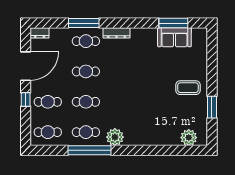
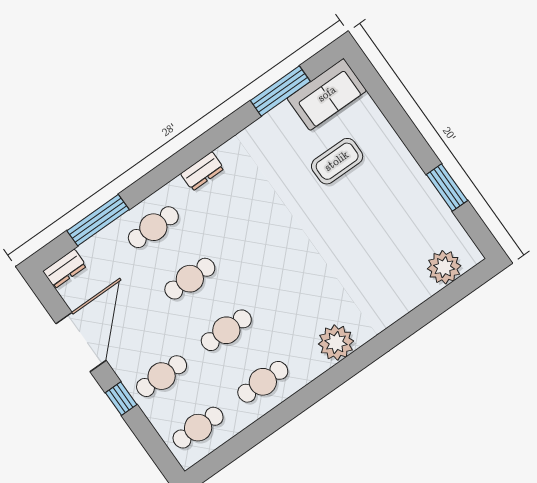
window: (84, 23) -> (98, 220), moved
dresser: (117, 33) -> (202, 171), width x0.70
sofa: (174, 37) -> (327, 94), moved
coffee table: (188, 88) -> (337, 161), moved
plant: (115, 137) -> (336, 343), moved
window: (90, 150) -> (291, 408), removed

